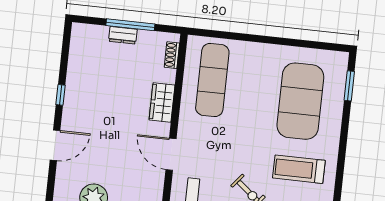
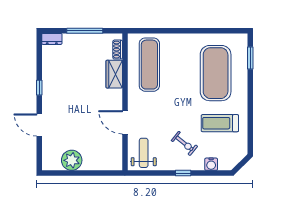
dresser: (123, 35) -> (52, 39), moved
wardrobe: (162, 103) -> (114, 74), moved
door: (55, 145) -> (39, 125), swing flipped

